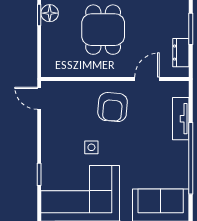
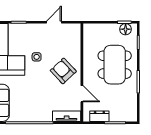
dining table: (103, 30) -> (115, 65), width x1.38
door: (39, 98) -> (54, 22), moved
armchair: (113, 107) -> (63, 71), turned 42
tv unit: (181, 119) -> (67, 116), moved

